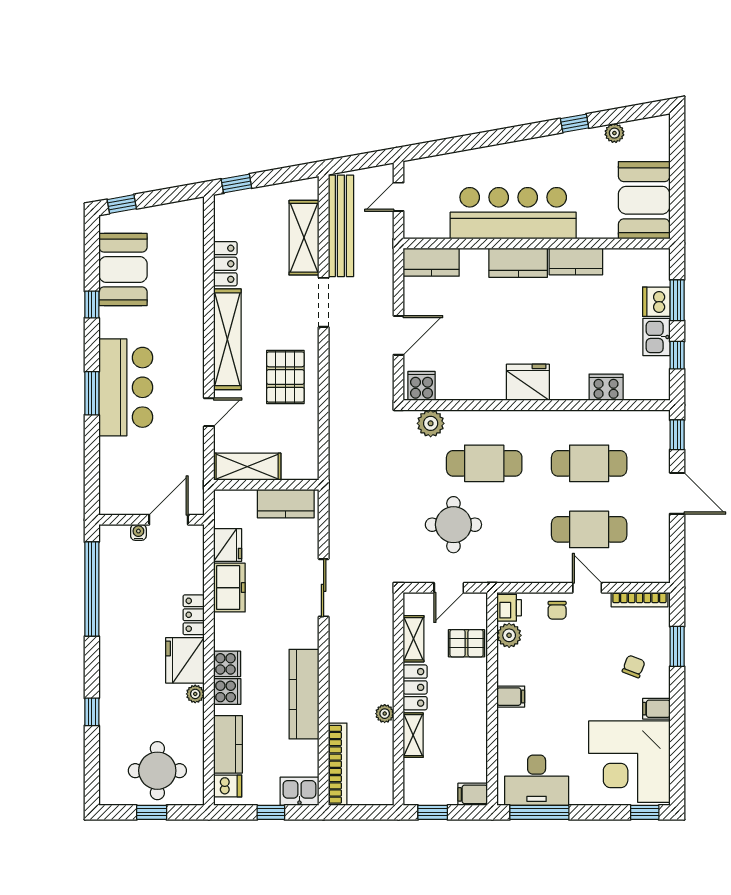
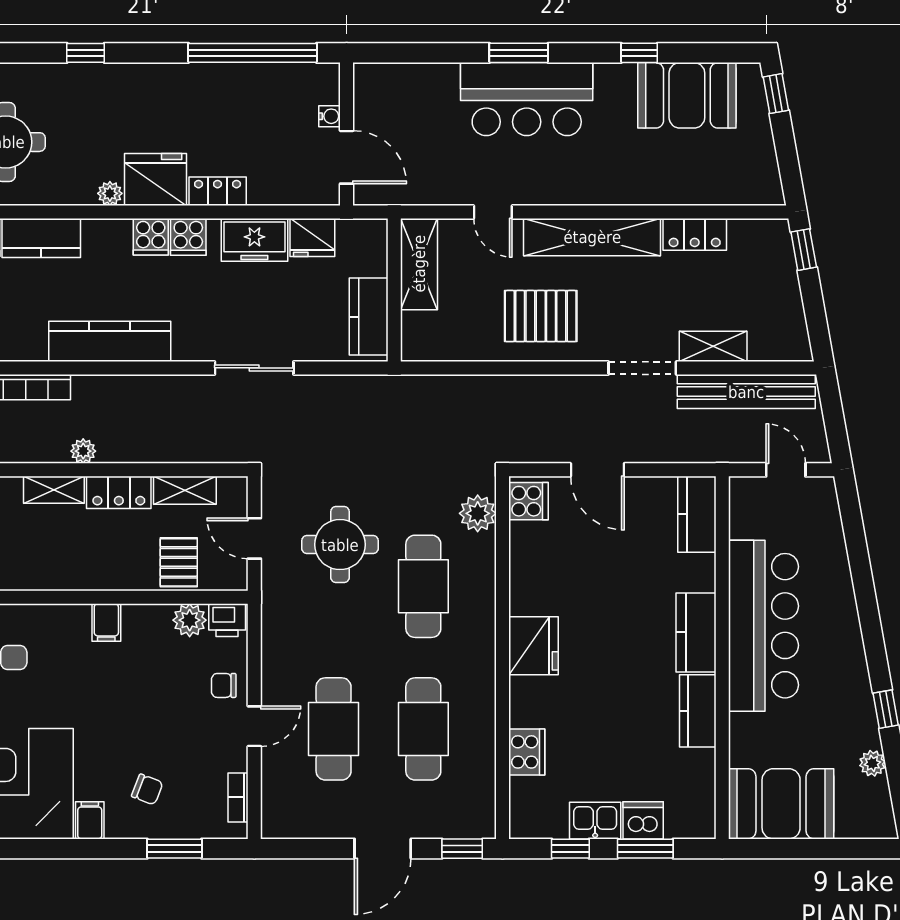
shelving: (304, 238) -> (713, 346), width x0.67, depth x0.75
bookcase: (639, 600) -> (238, 797), width x0.64
cooker: (227, 691) -> (188, 237), moved

